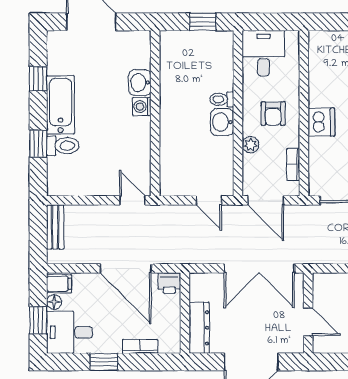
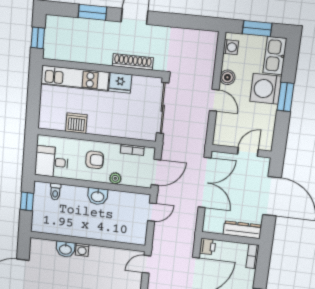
toilet: (222, 99) -> (55, 192), moved
dishwasher: (321, 122) -> (76, 123), moved
bookcase: (140, 346) -> (252, 256), moved

